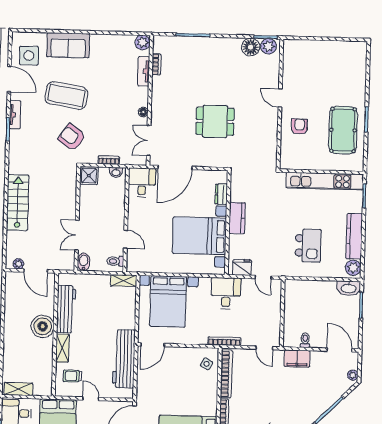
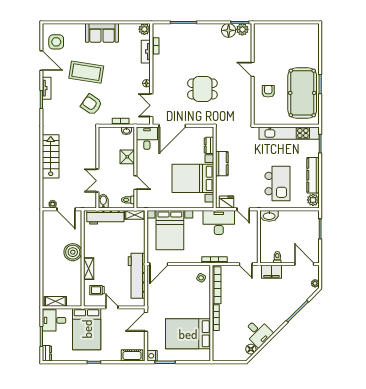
sofa: (68, 45) -> (102, 33), moved
pool table: (343, 130) -> (302, 93), width x1.36, depth x1.32
shower: (89, 176) -> (127, 157), moved
kitchen island: (308, 246) -> (278, 184), width x1.37, depth x1.28
washbasin: (349, 288) -> (269, 216), moved
desk: (226, 293) -> (219, 222), width x1.37
workbench: (66, 309) -> (105, 217), moved, turned 90

